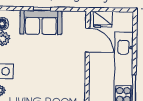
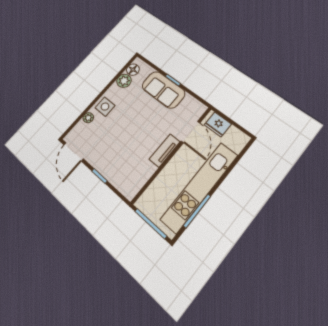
tv unit: (80, 69) -> (165, 150), added

